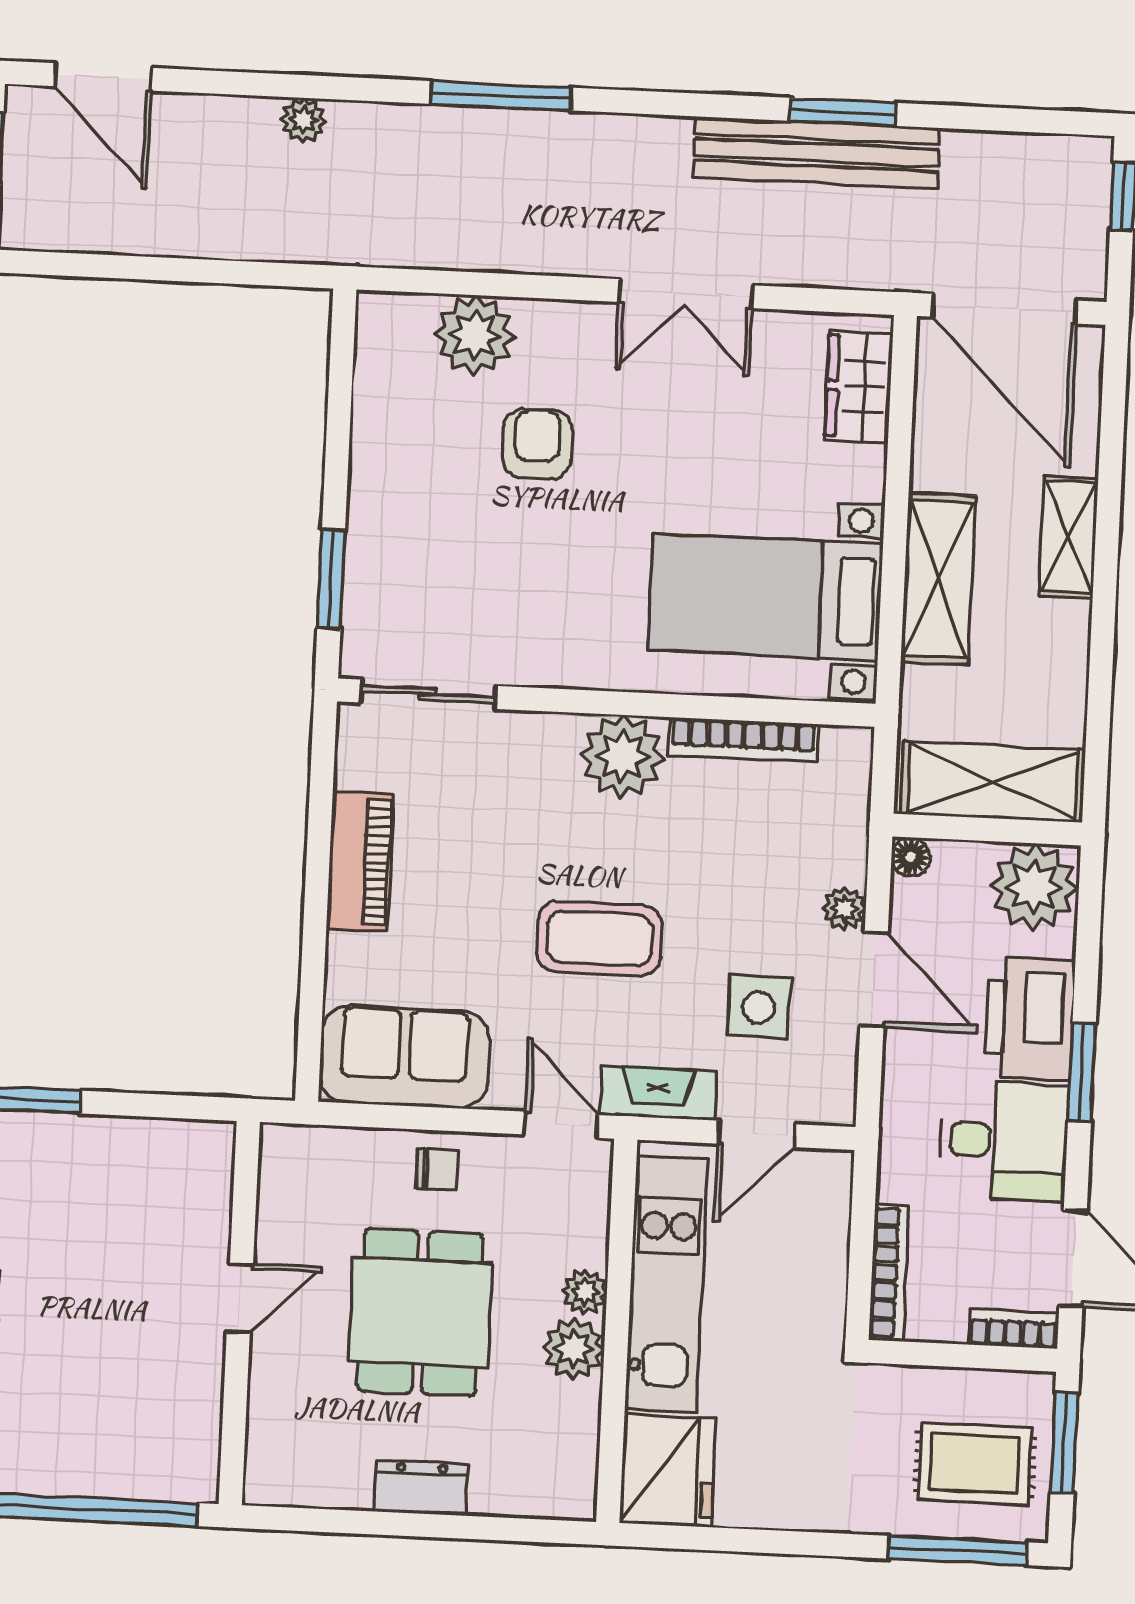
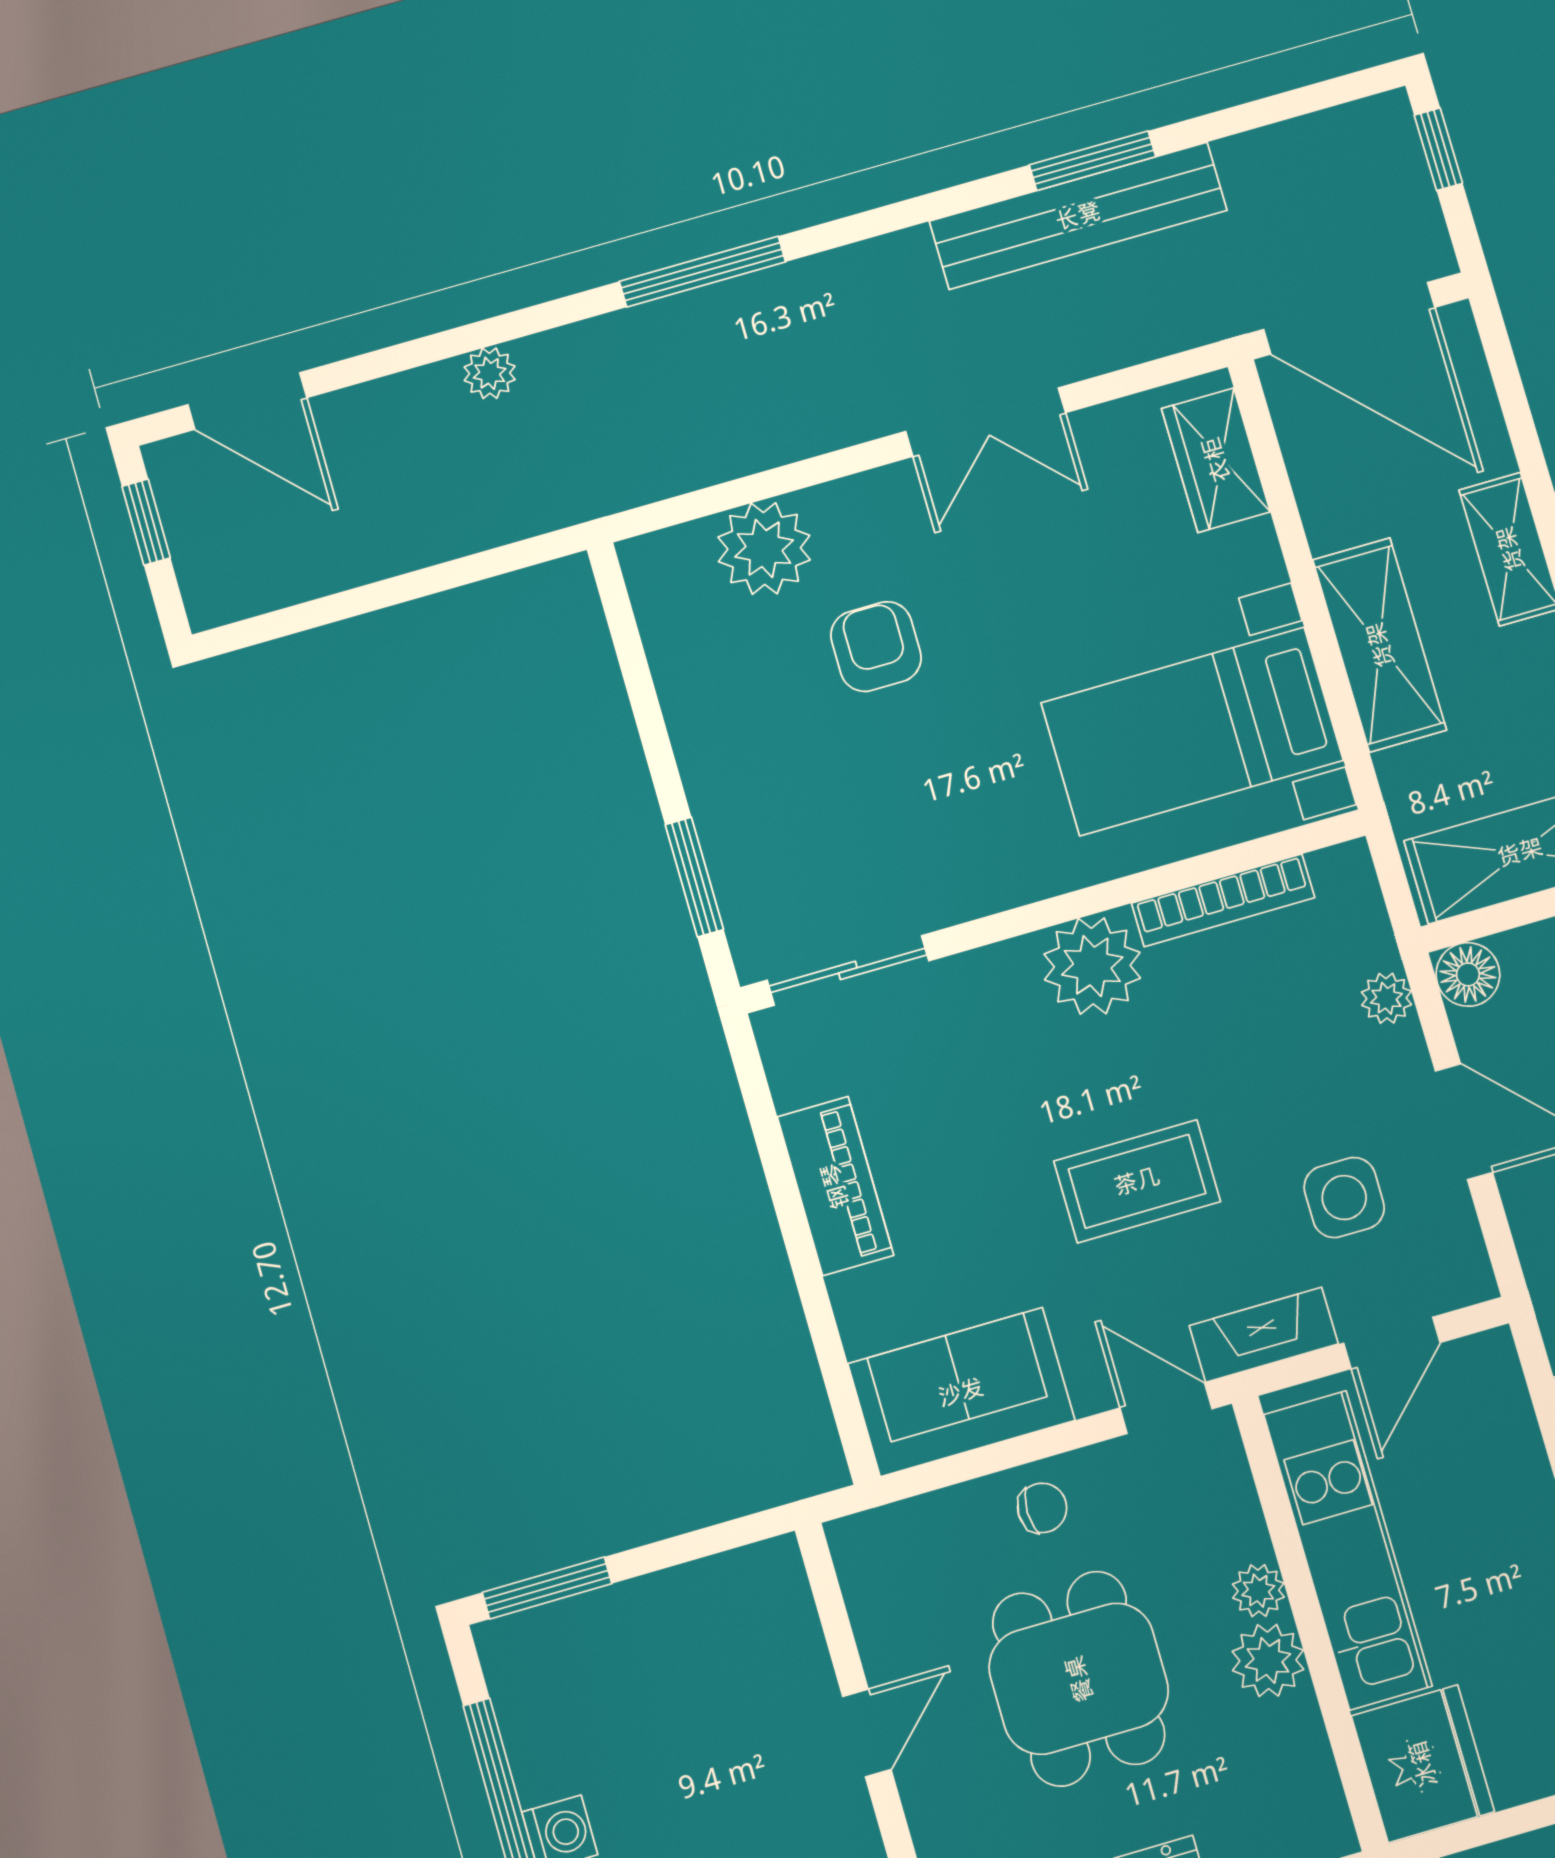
floor lamp: (911, 857) -> (1468, 974), width x1.37, depth x1.37
plant: (844, 908) -> (1386, 998), moved

